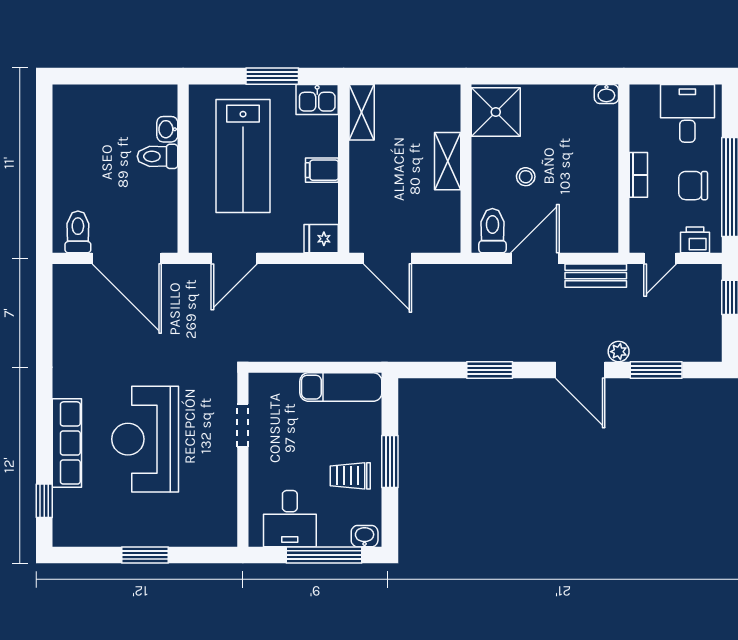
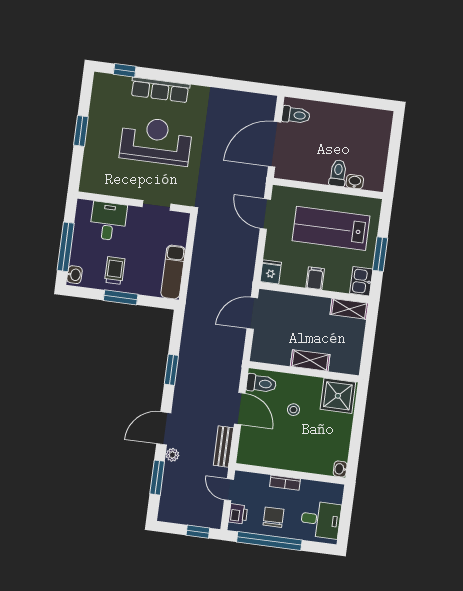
desk: (290, 519) -> (108, 221), moved, turned 90

